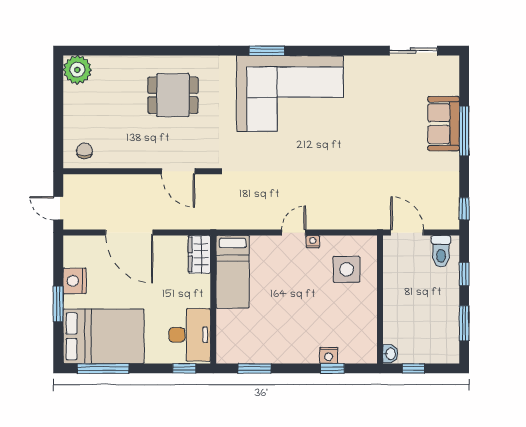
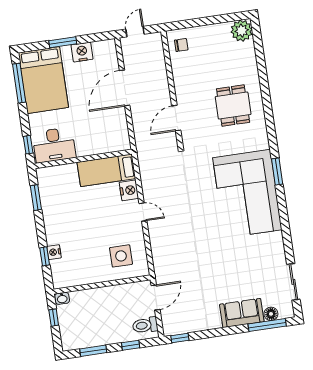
floor lamp: (450, 86) -> (271, 314), added
window: (464, 131) -> (267, 325), moved
nightstand: (313, 242) -> (129, 190), moved, width x1.89, depth x1.79
wardrobe: (199, 254) -> (116, 143), removed

